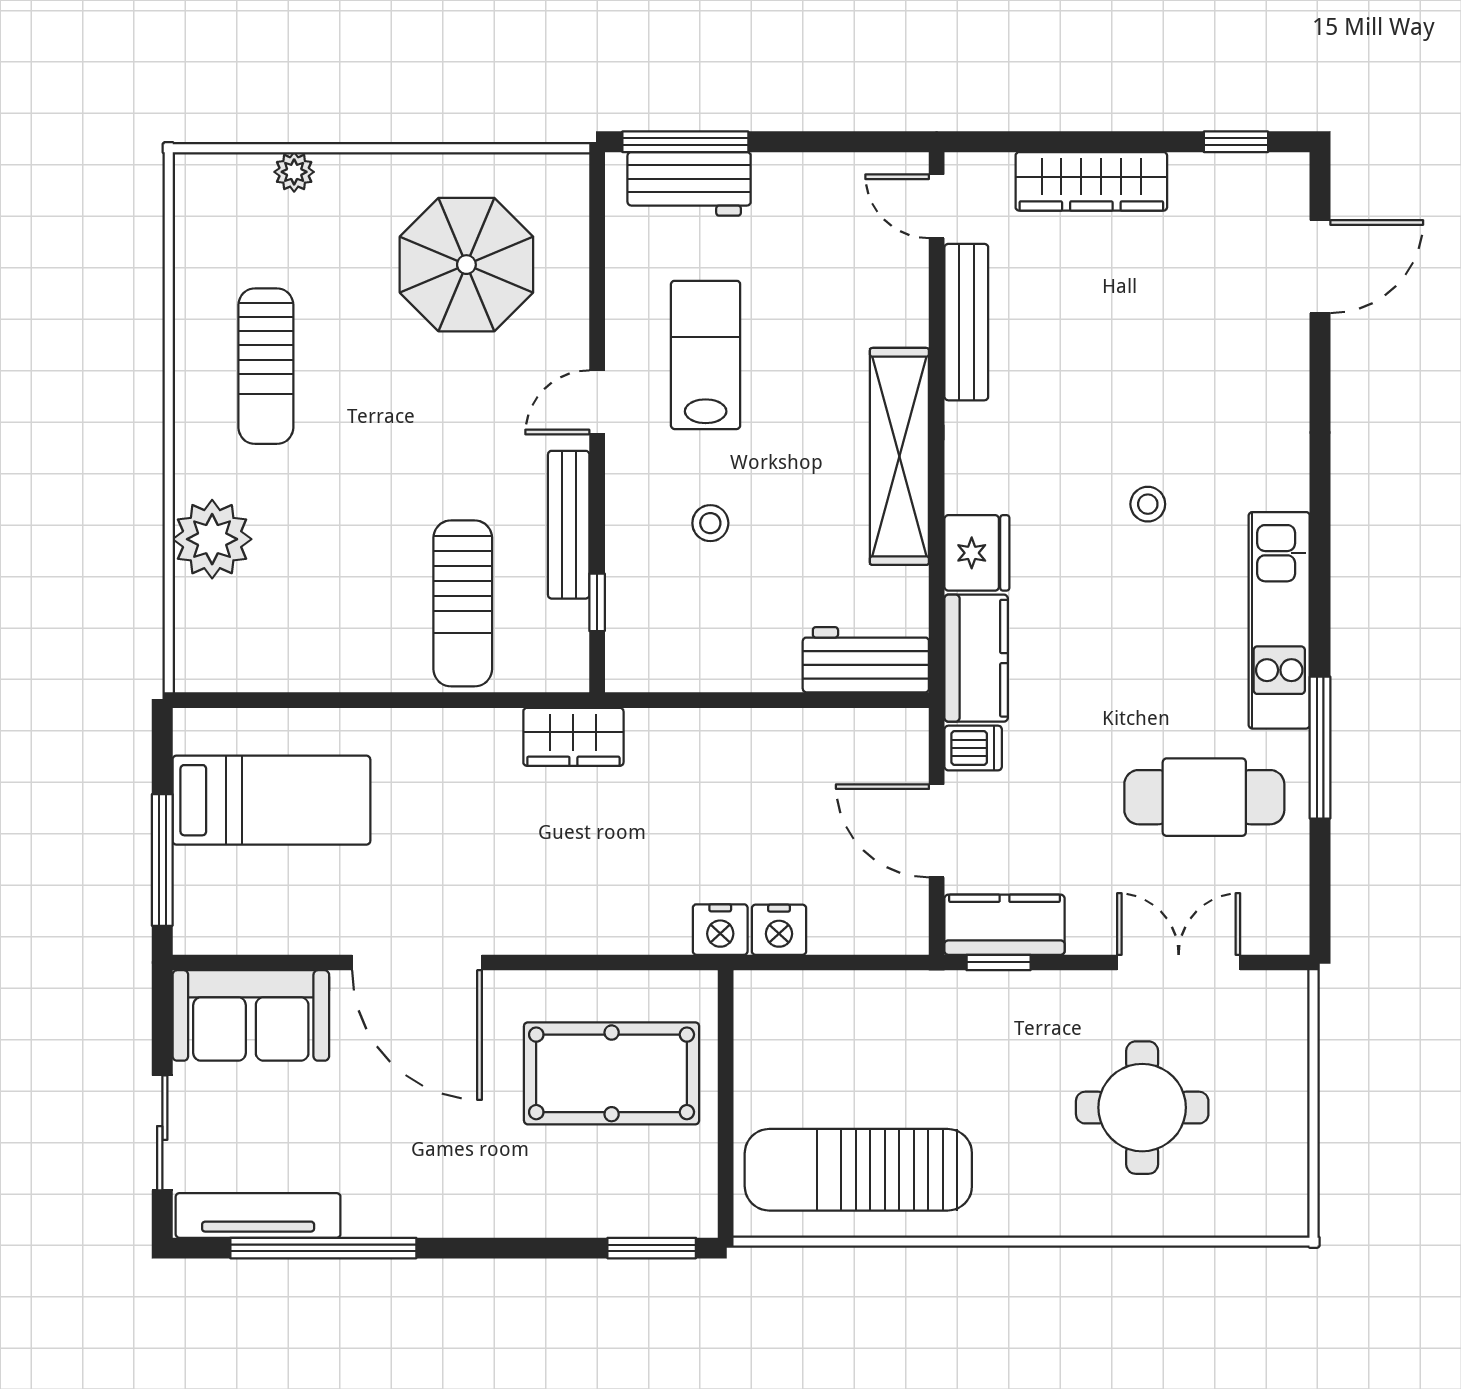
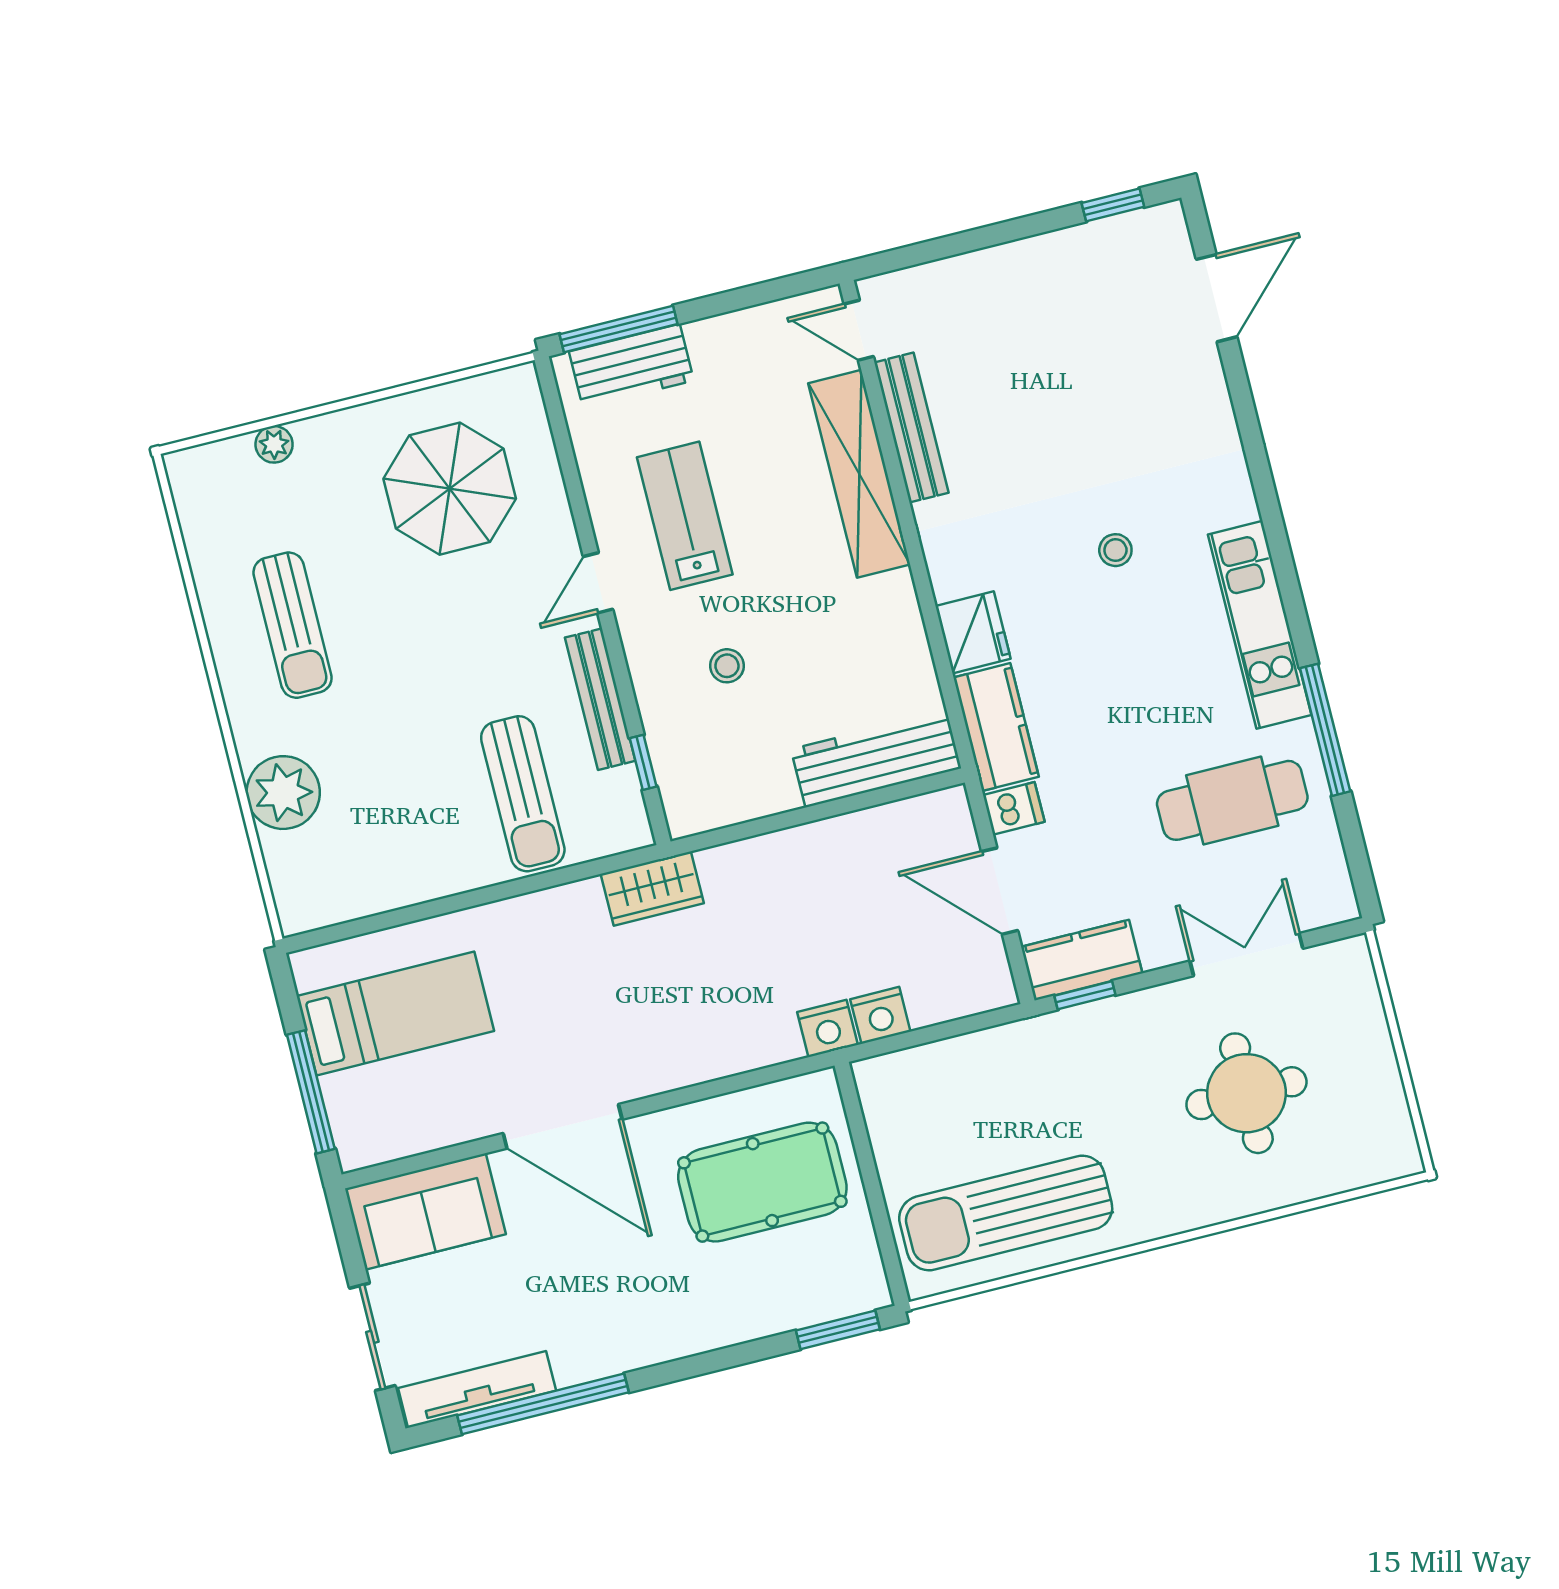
wardrobe: (1091, 181) -> (992, 273), removed
shelving: (899, 456) -> (859, 474), moved
workbench: (866, 660) -> (876, 759), width x1.37

